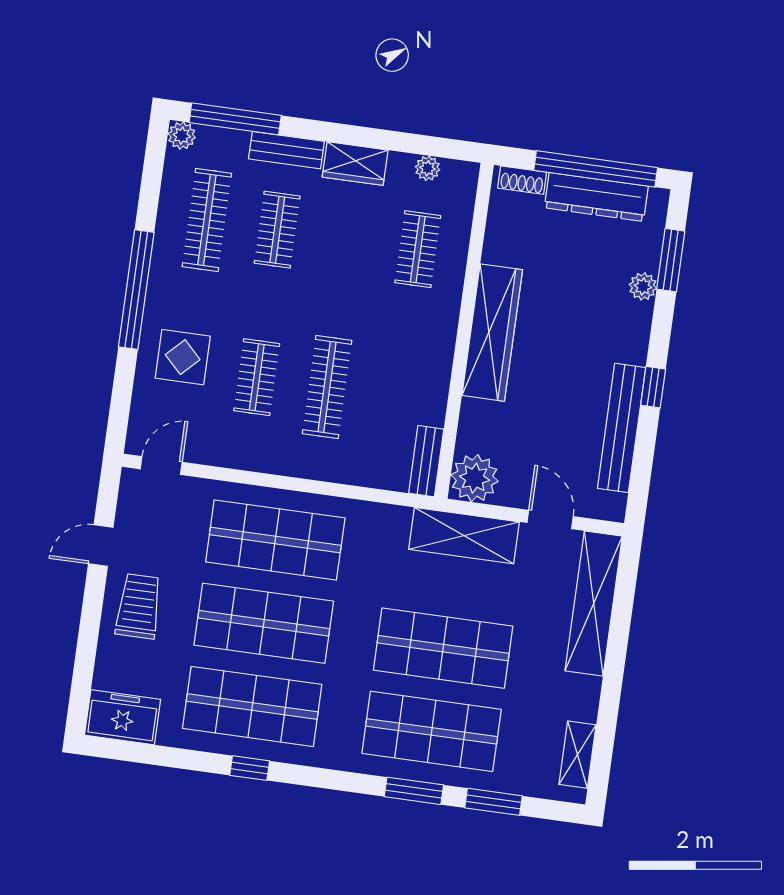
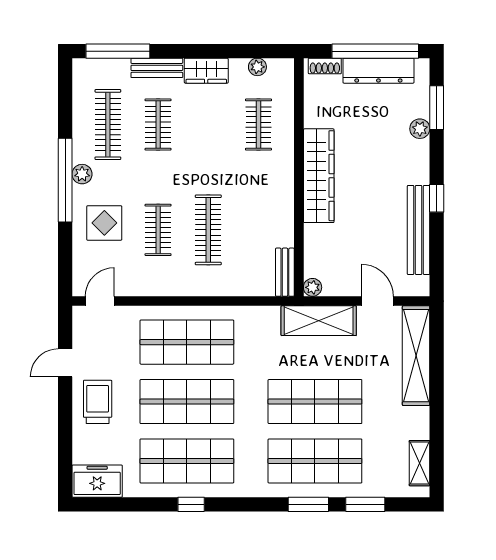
plant: (182, 136) -> (82, 174), moved
plant: (475, 478) -> (313, 287), width x0.53, depth x0.53

